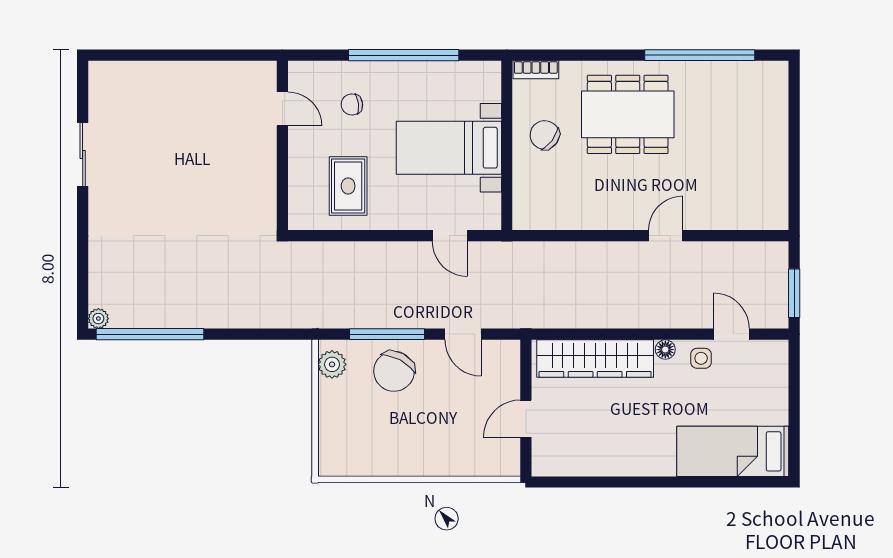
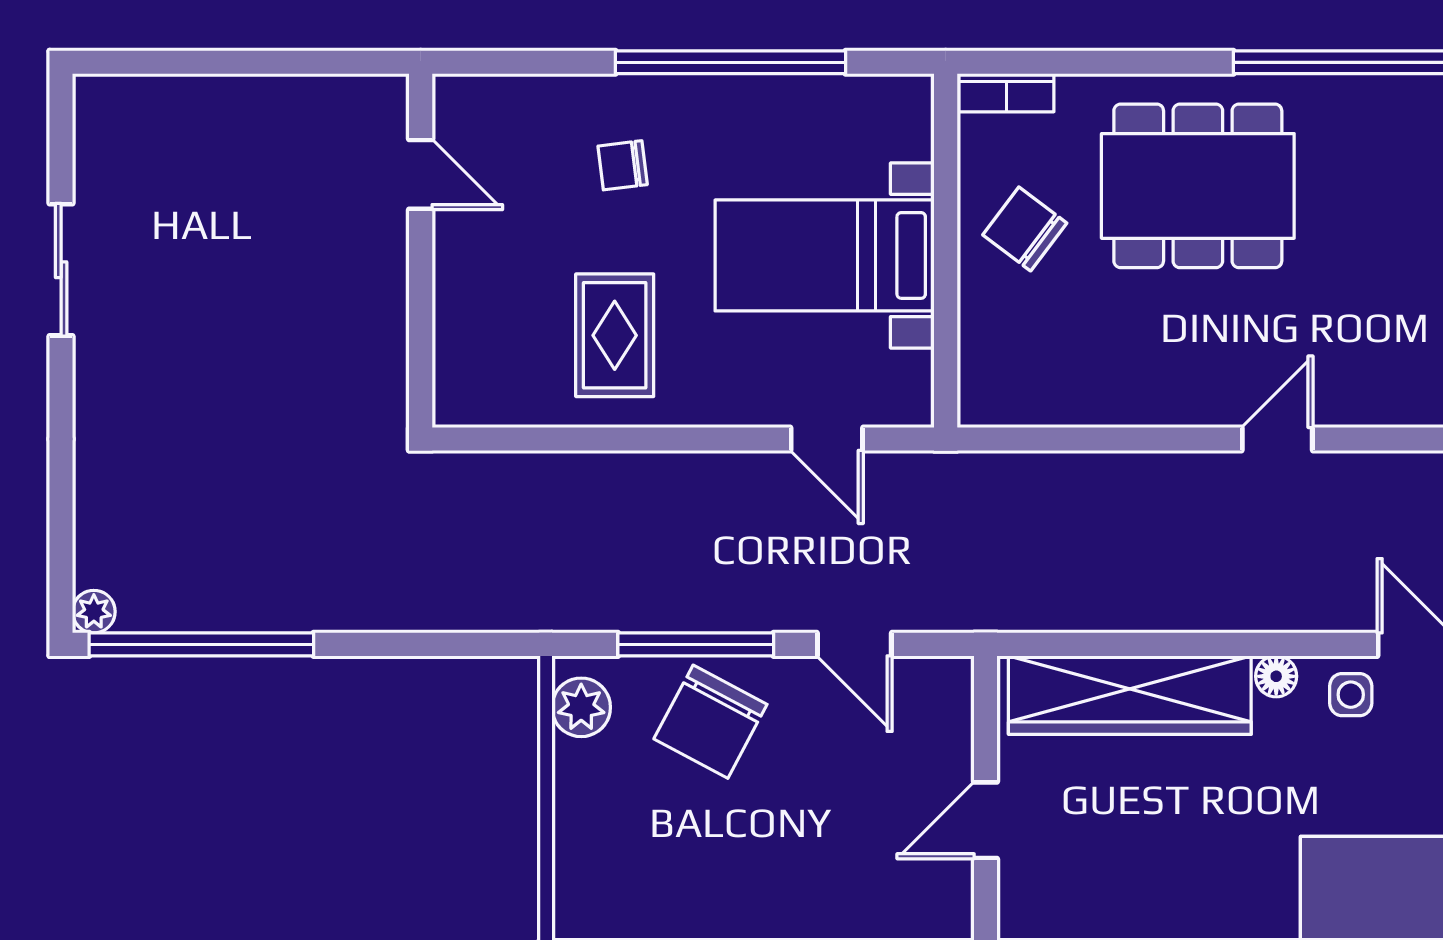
door: (282, 109) -> (421, 174), moved
wall: (282, 145) -> (421, 251), moved

